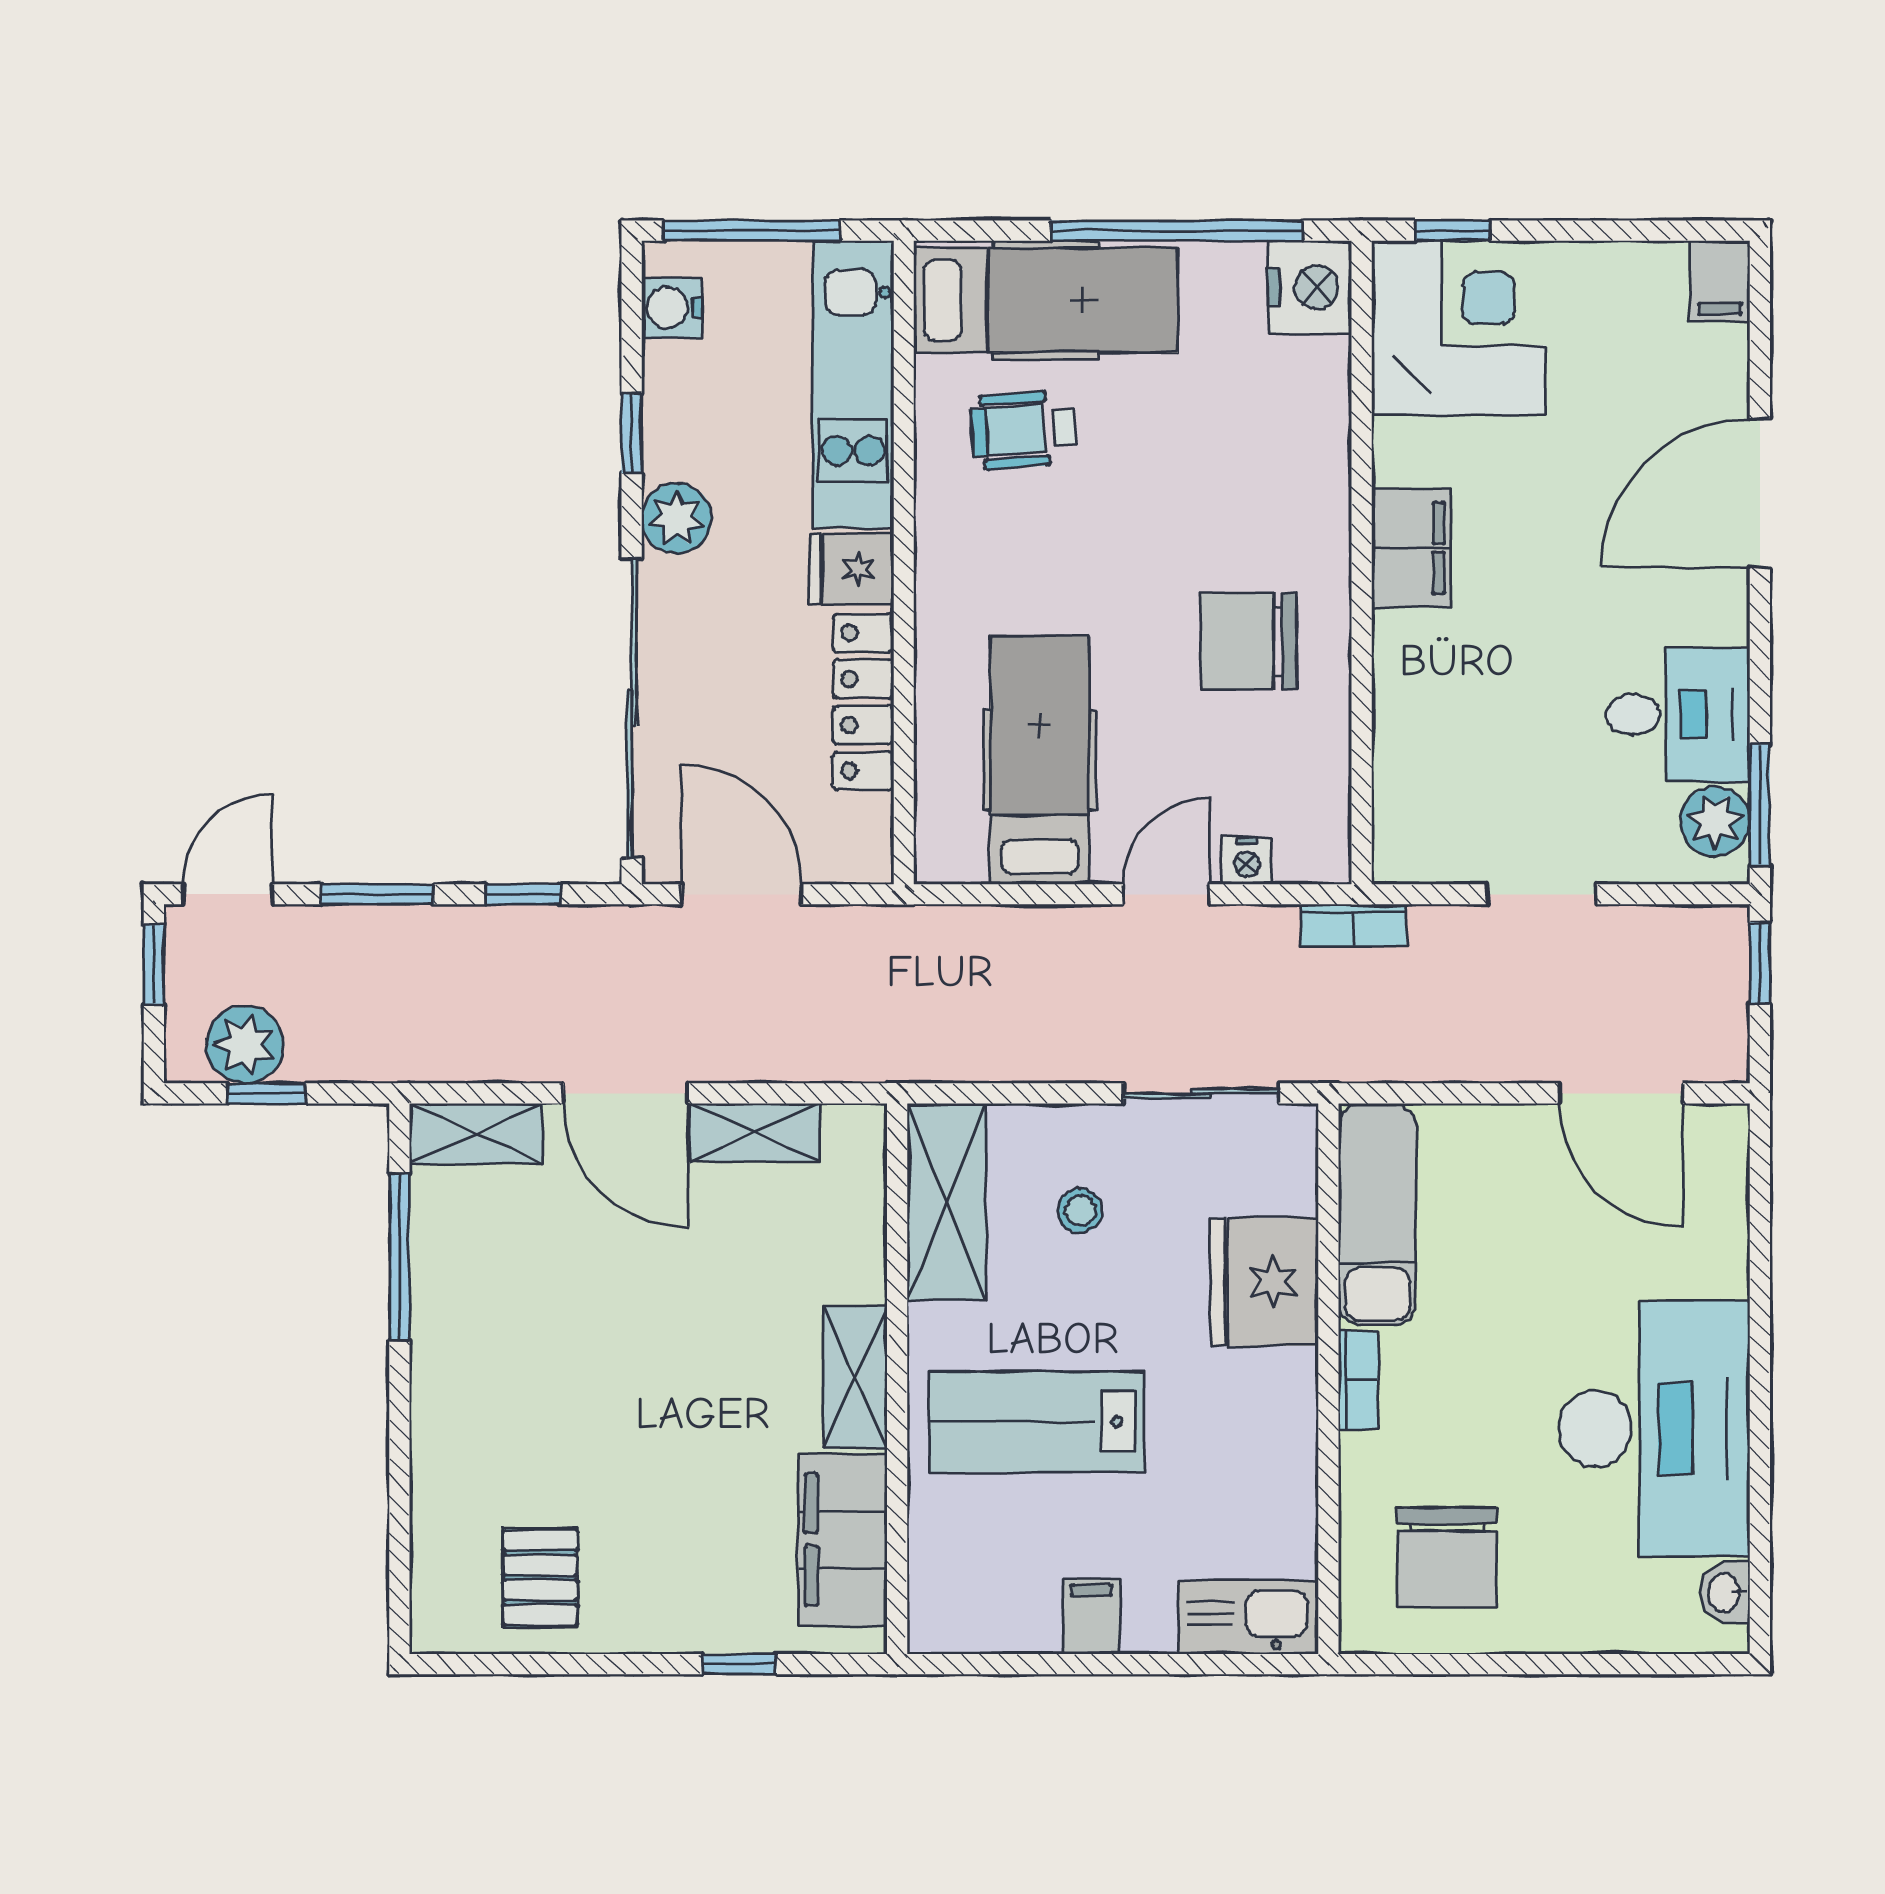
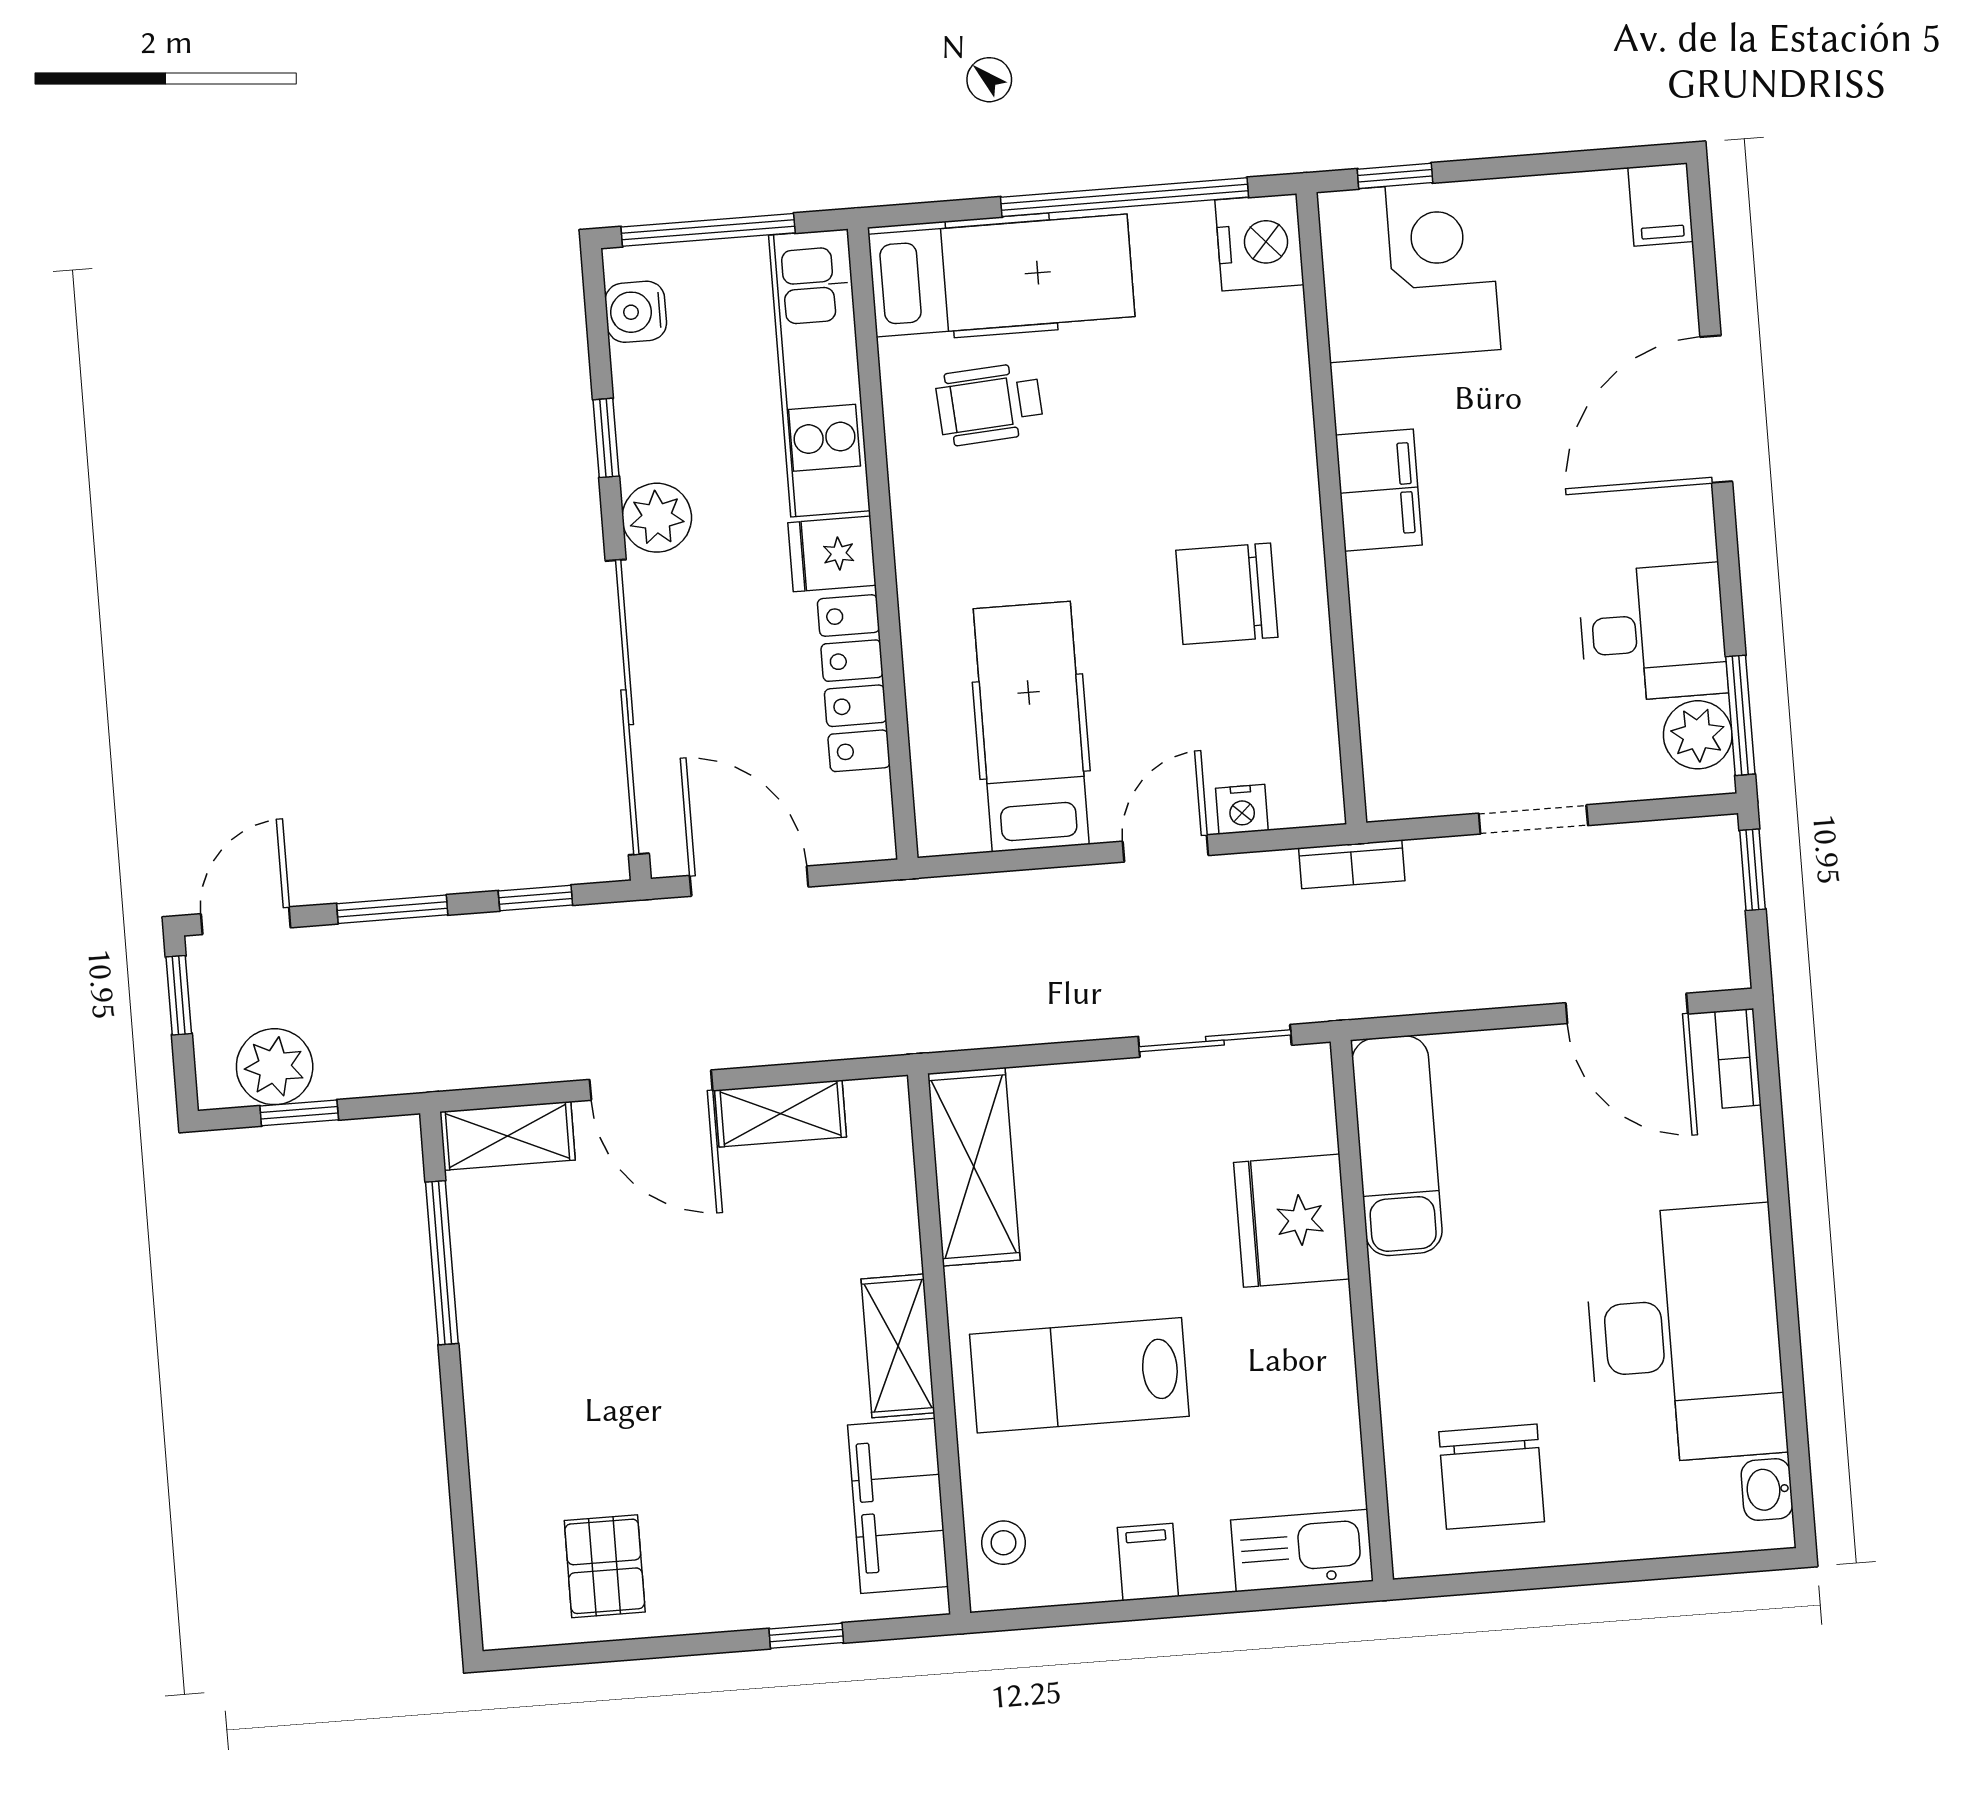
stool: (1080, 1211) -> (1003, 1543), moved
bookcase: (1358, 1380) -> (1738, 1058), moved, turned 180

